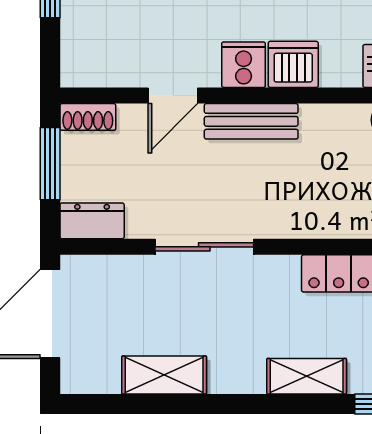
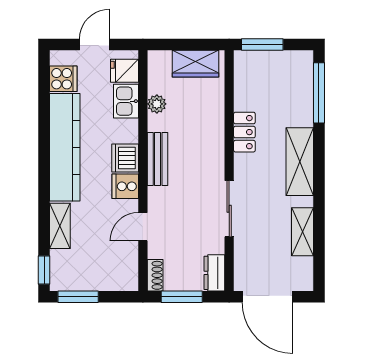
door: (173, 96) -> (143, 227), swing flipped
bench: (251, 121) -> (158, 159), moved
shelving: (307, 376) -> (300, 162), width x1.50, depth x1.33

